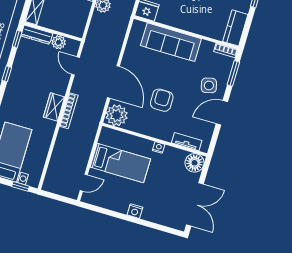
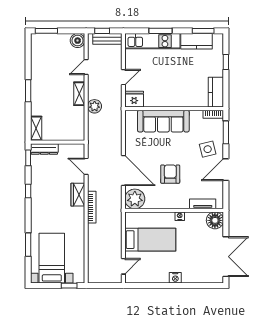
plant: (59, 42) -> (65, 150), removed
wardrobe: (54, 107) -> (78, 195), moved

